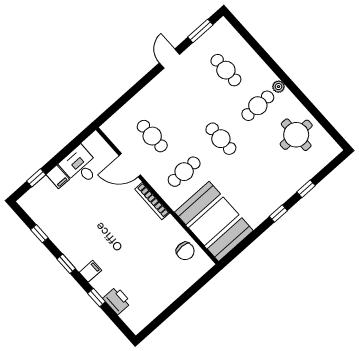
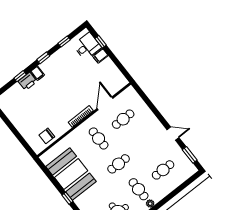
desk: (80, 166) -> (87, 46), moved
booth: (214, 221) -> (71, 174), moved, turned 90
printer: (117, 300) -> (28, 81), moved

